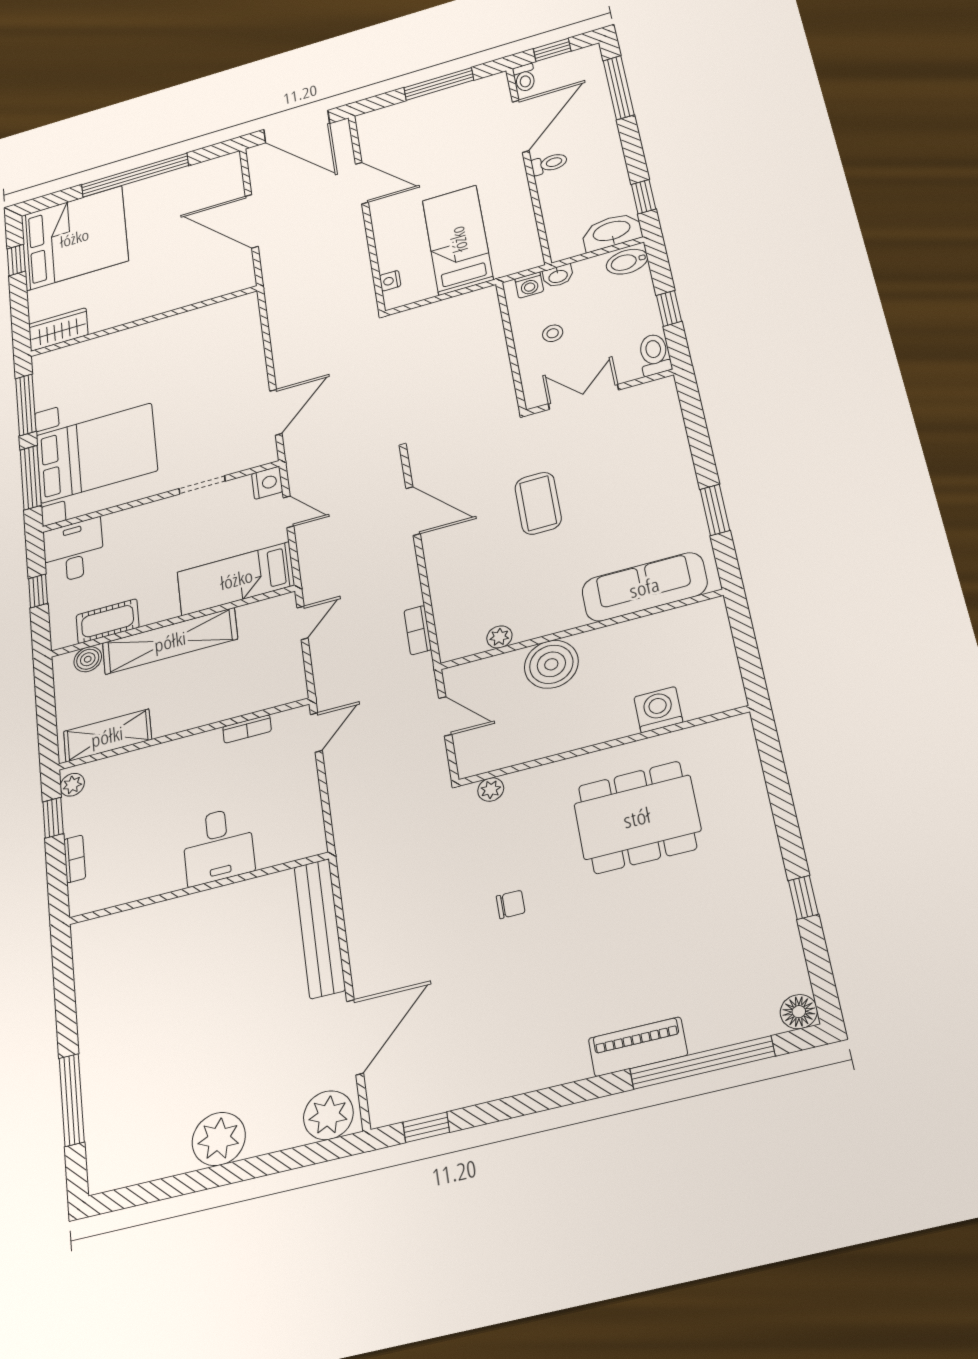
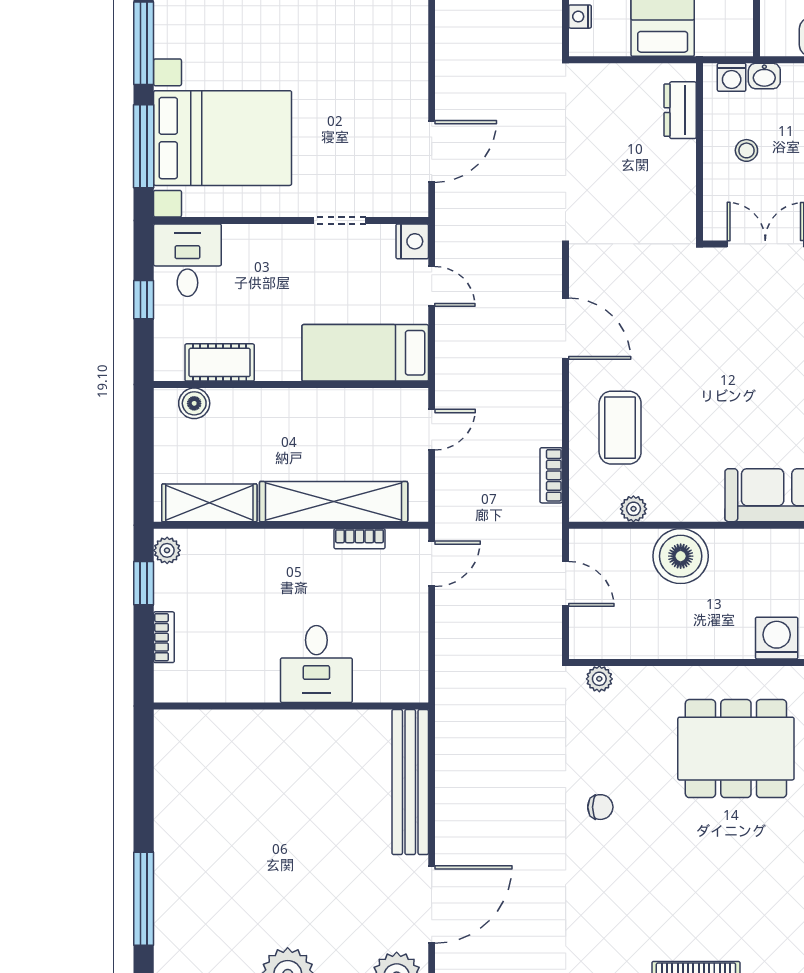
dresser: (488, 321) -> (680, 110), added
coffee table: (538, 503) -> (620, 428), moved
shelving: (170, 641) -> (334, 502), moved

